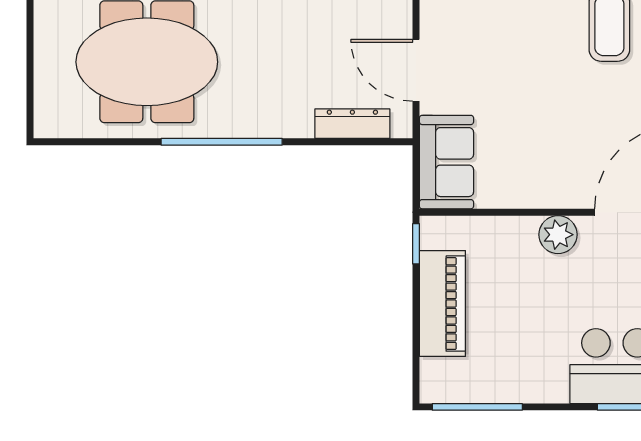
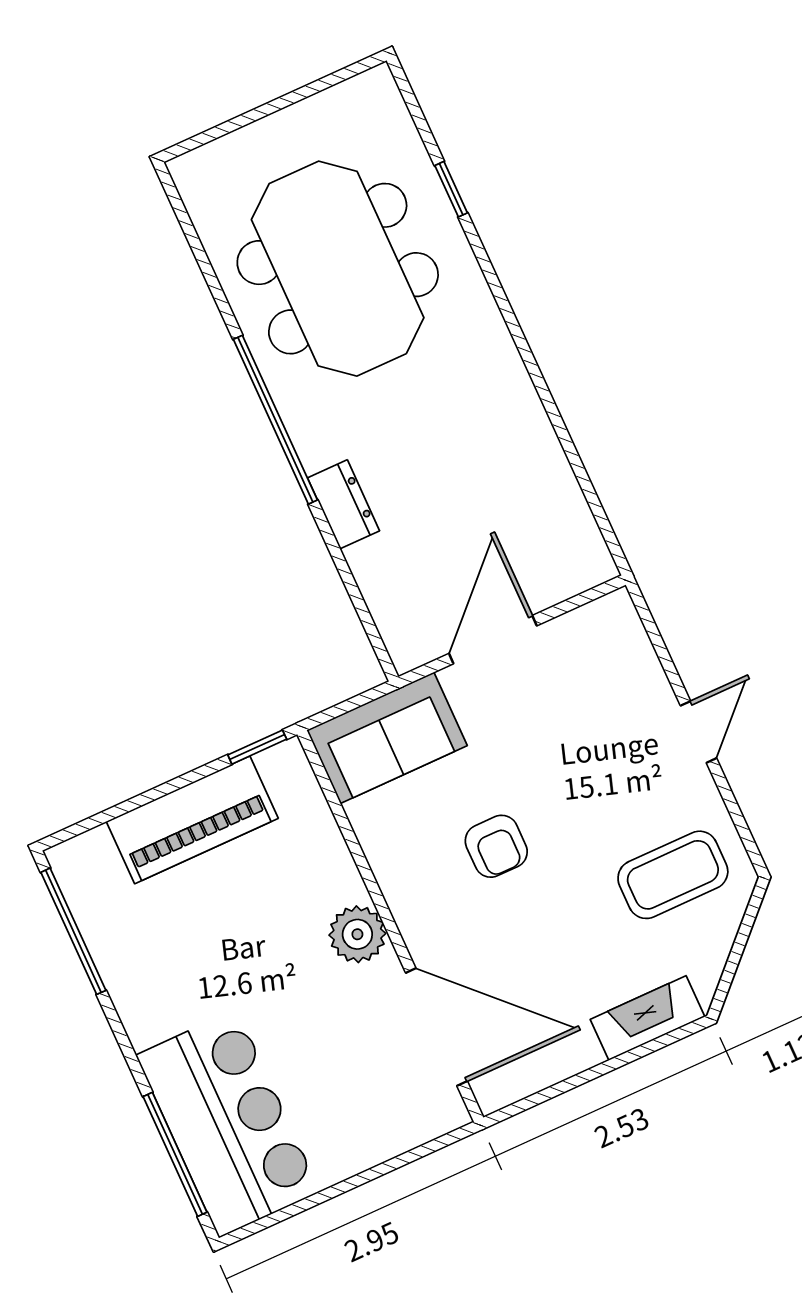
dresser: (352, 124) -> (344, 504), moved, width x0.70
armchair: (543, 126) -> (496, 846), added

